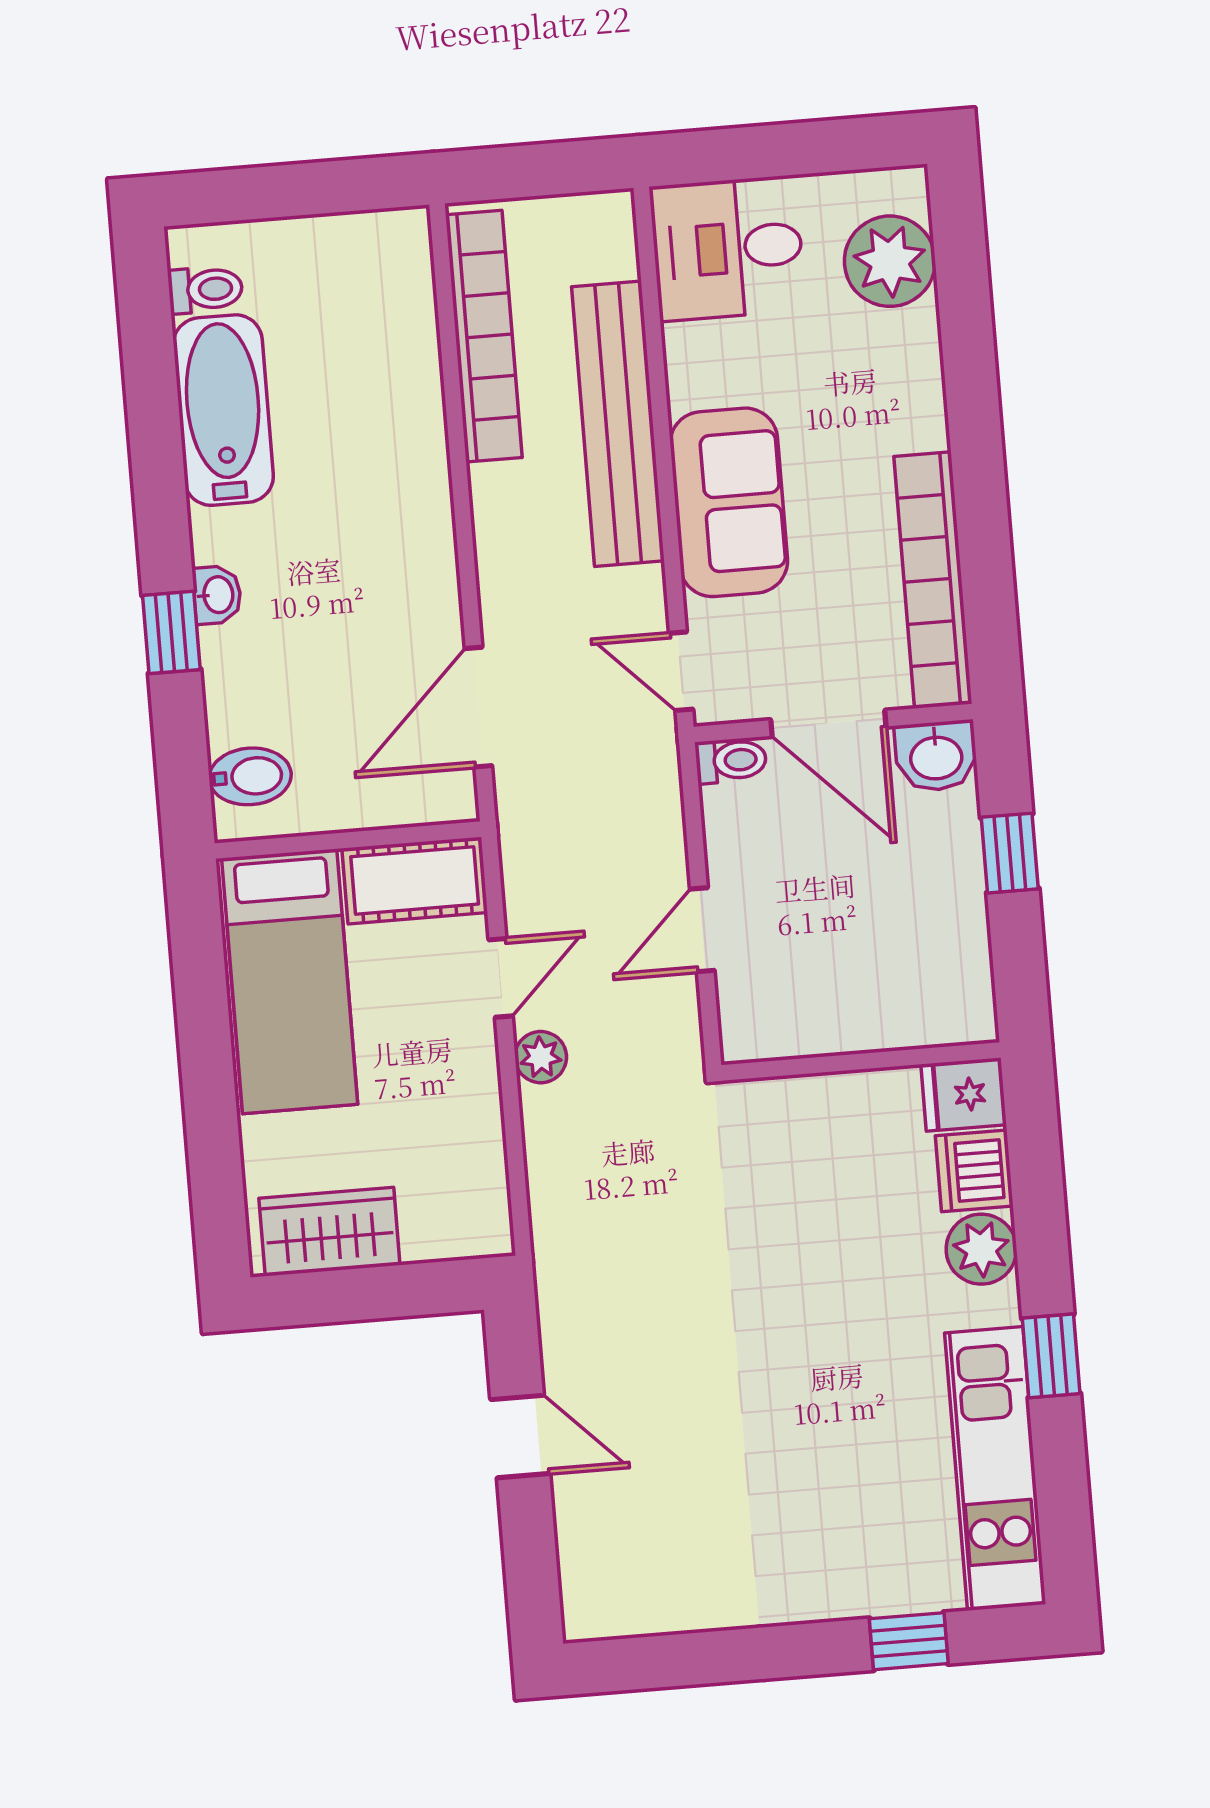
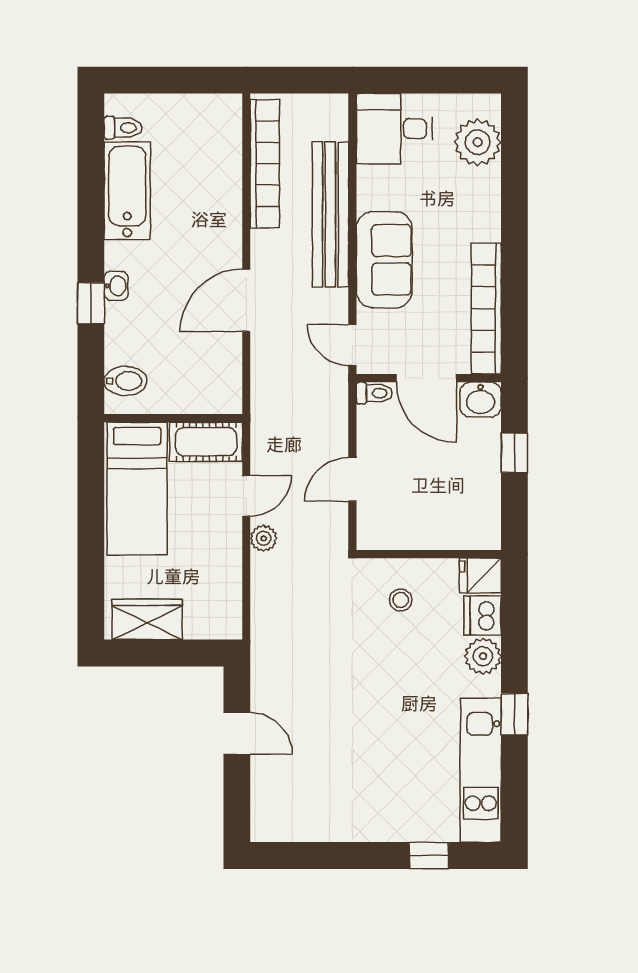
door: (478, 707) -> (246, 300), moved
stool: (814, 1154) -> (401, 600), added

